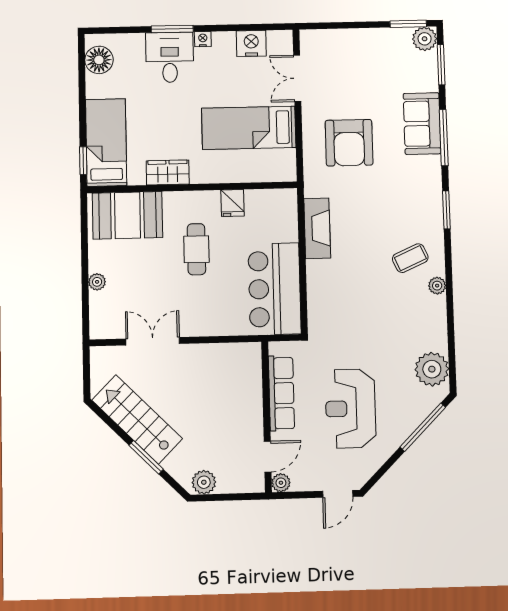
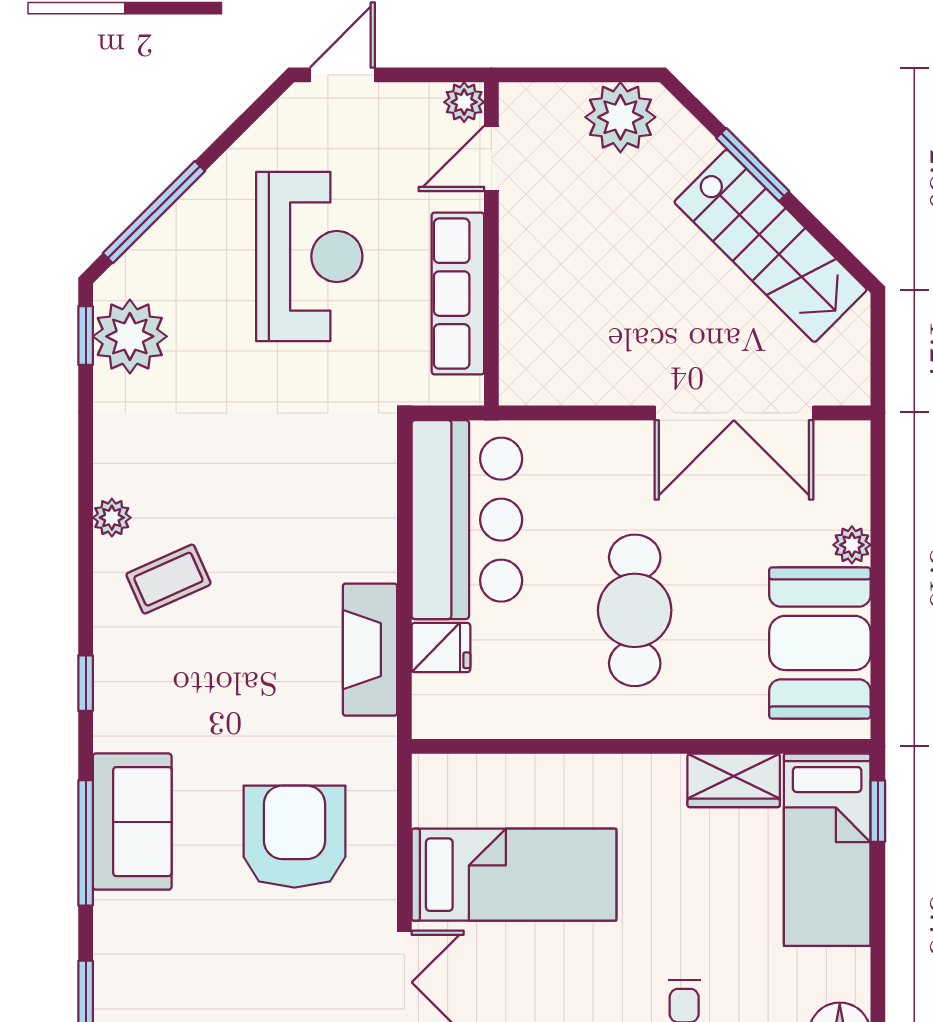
sofa: (422, 124) -> (132, 822), moved
wardrobe: (168, 172) -> (734, 780), moved
fridge: (233, 203) -> (441, 648), moved, turned 90
window: (446, 210) -> (86, 683), width x0.67
booth: (127, 215) -> (820, 643), moved, turned 90
cafe table: (196, 249) -> (635, 610), width x1.37, depth x1.35
double door: (153, 341) -> (734, 413), width x1.37
window: (452, 369) -> (86, 336), added
plant: (204, 482) -> (620, 117), width x1.36, depth x1.36

